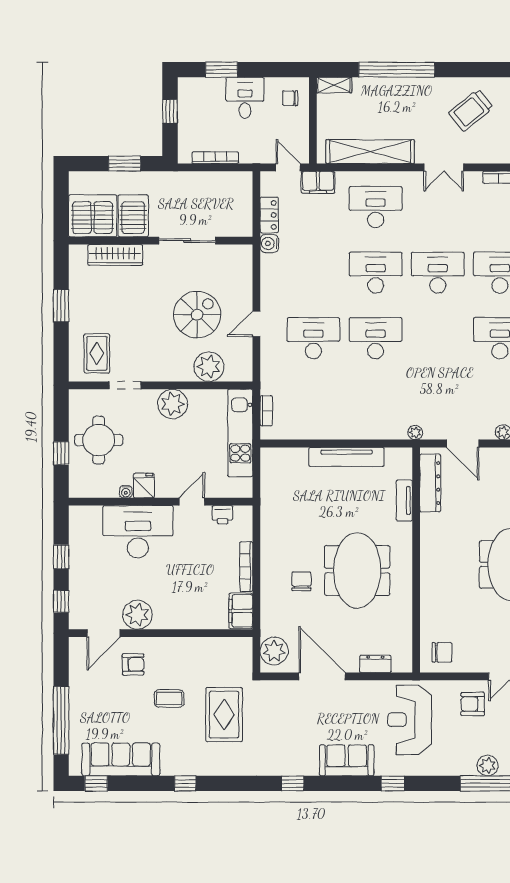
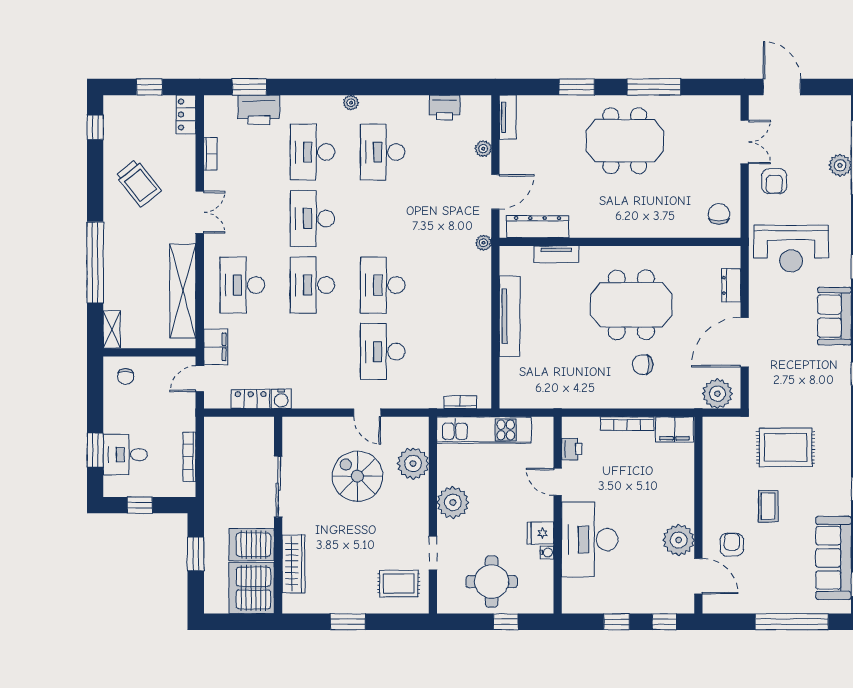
desk: (245, 98) -> (125, 455), moved

